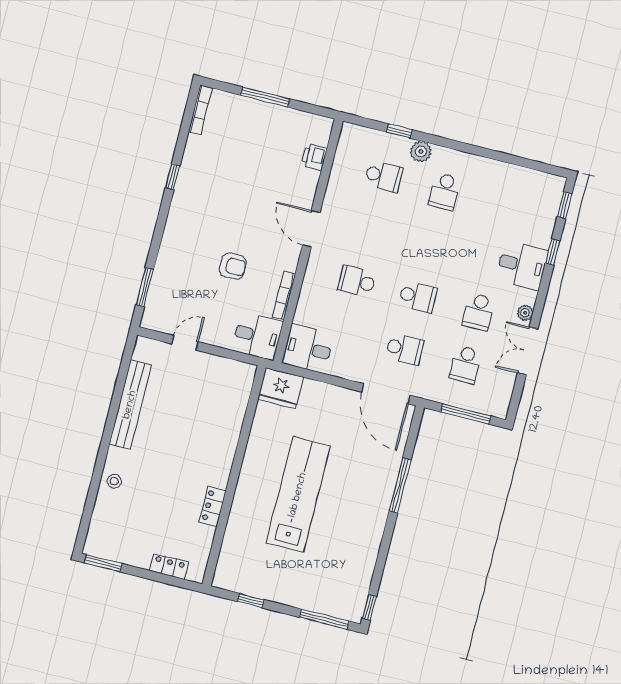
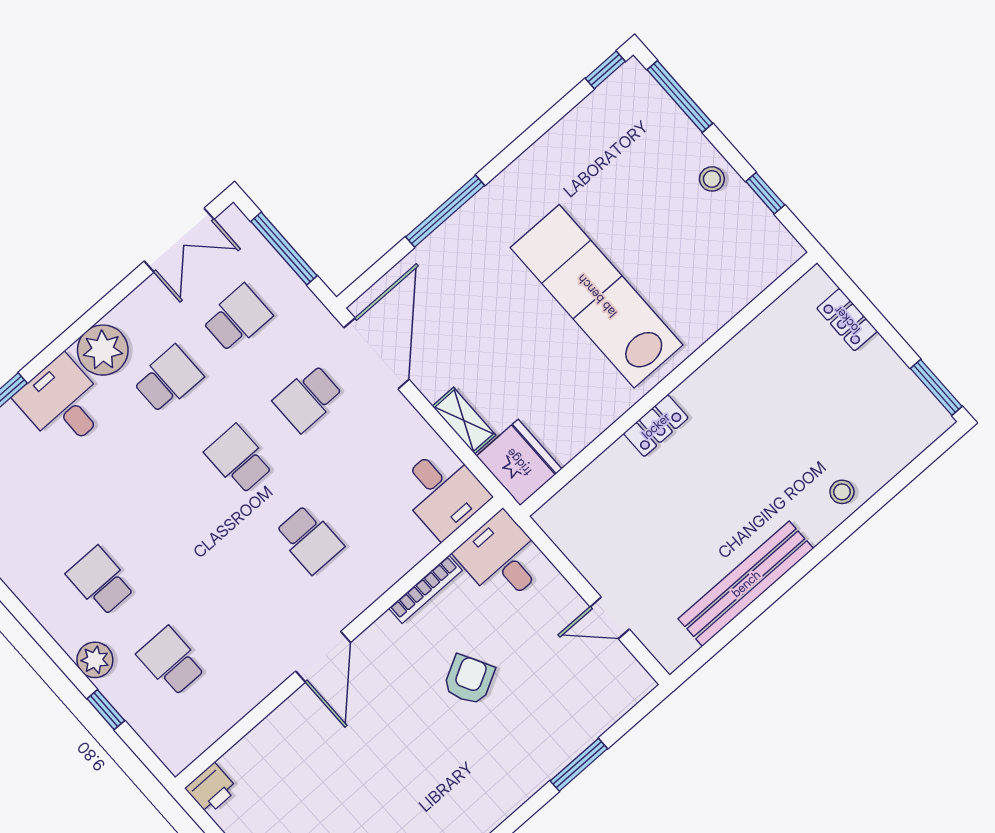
printer: (314, 157) -> (211, 789), moved
school desk: (444, 192) -> (101, 581), turned -90
armchair: (233, 266) -> (469, 680), turned 62
window: (145, 287) -> (579, 765), moved
plant: (525, 313) -> (103, 350), width x1.87, depth x1.87
school desk: (404, 349) -> (308, 398), turned -90
double door: (528, 351) -> (179, 240), moved
shelving: (321, 390) -> (464, 421), added
lab bench: (298, 495) -> (597, 296), turned 90
locker: (213, 506) -> (656, 426), moved
stool: (281, 590) -> (712, 179), added

